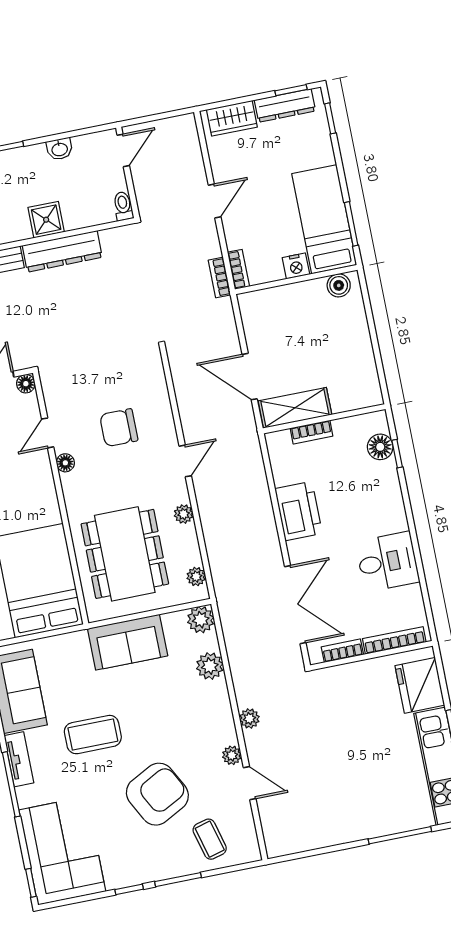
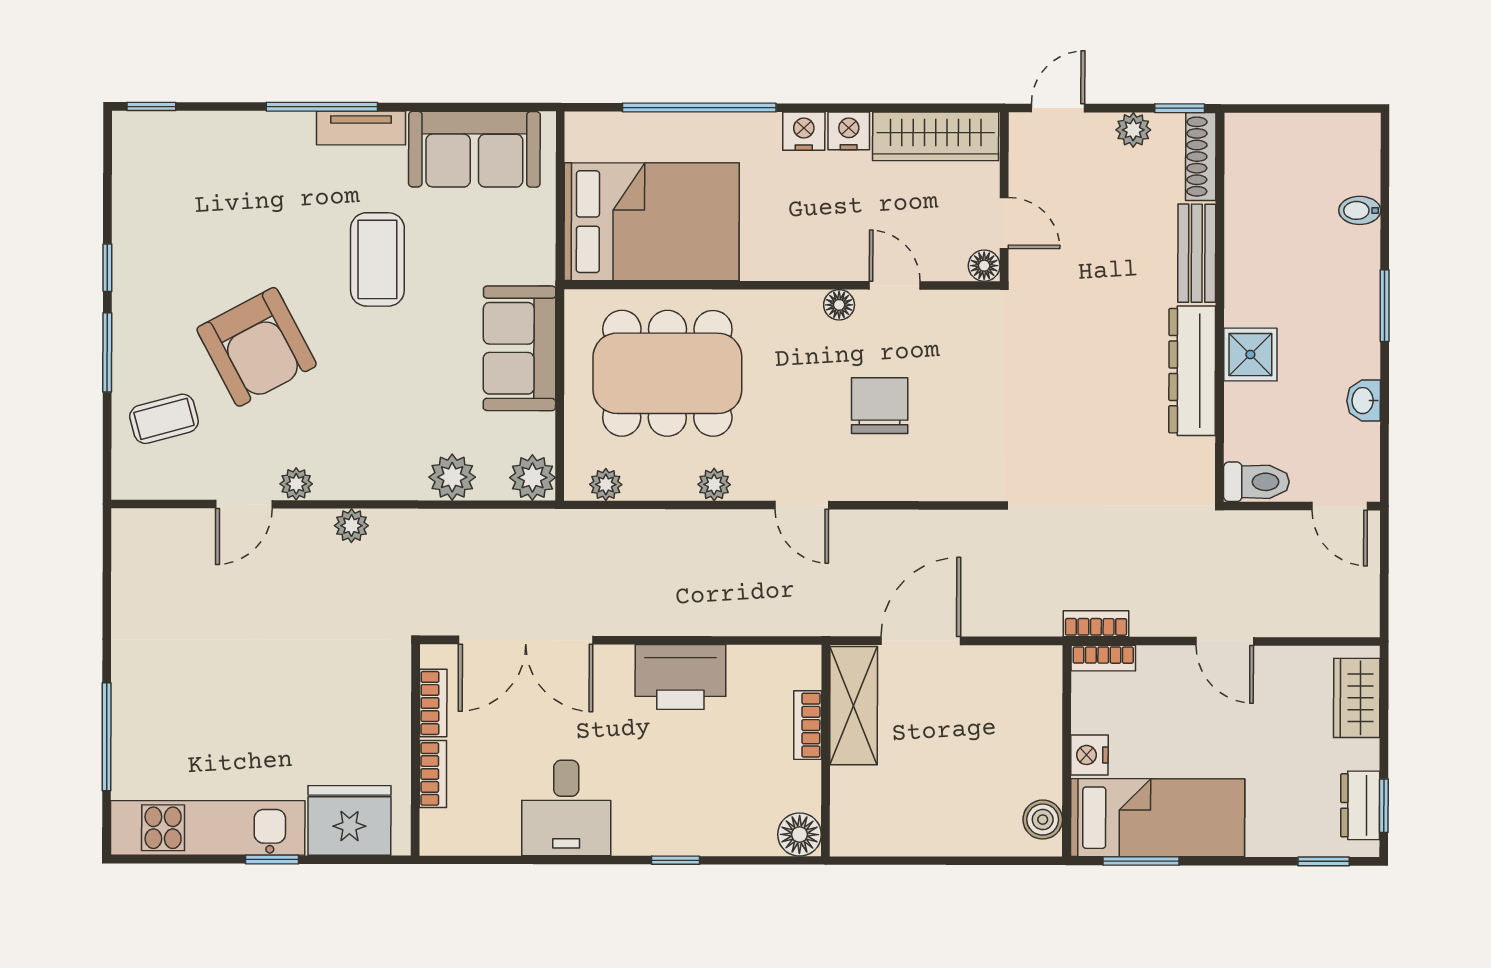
dresser: (285, 106) -> (1360, 805), width x0.70
toilet: (123, 206) -> (1256, 482), width x1.37, depth x1.39
floor lamp: (380, 447) -> (800, 835), moved
window: (397, 454) -> (675, 860), moved
bookcase: (394, 640) -> (433, 774), width x0.64
corner sofa: (62, 851) -> (194, 170), removed

